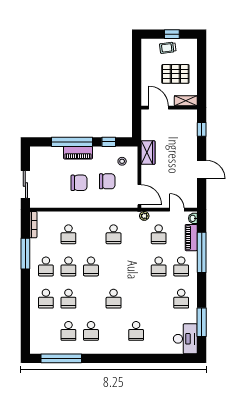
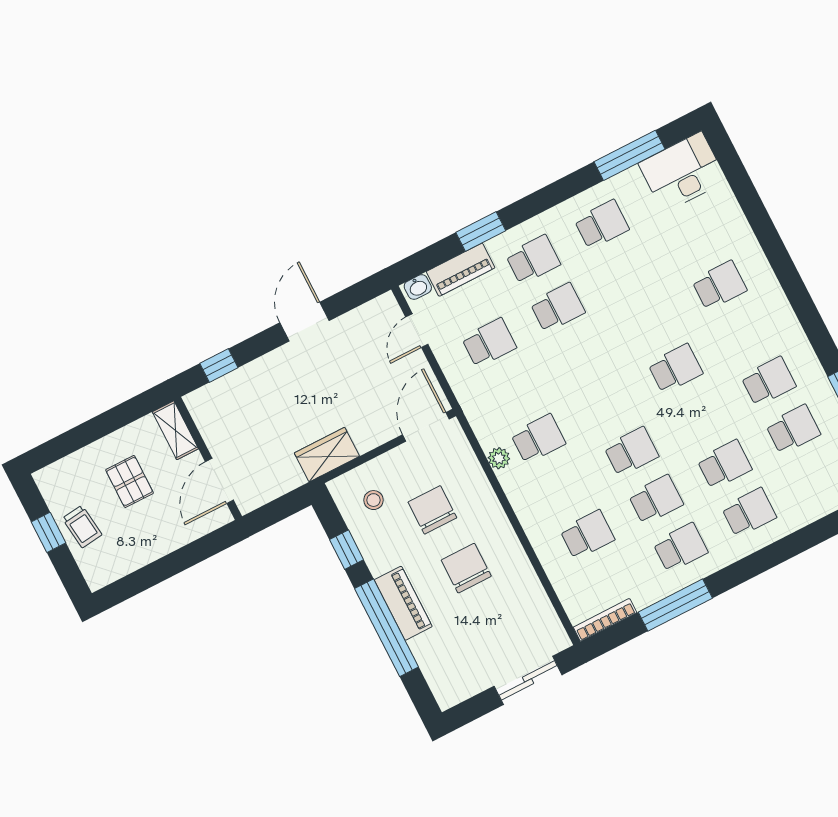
pallet: (175, 74) -> (130, 481), width x0.67, depth x0.71
plant: (144, 216) -> (499, 458), moved
window: (202, 252) -> (481, 232), width x0.47

